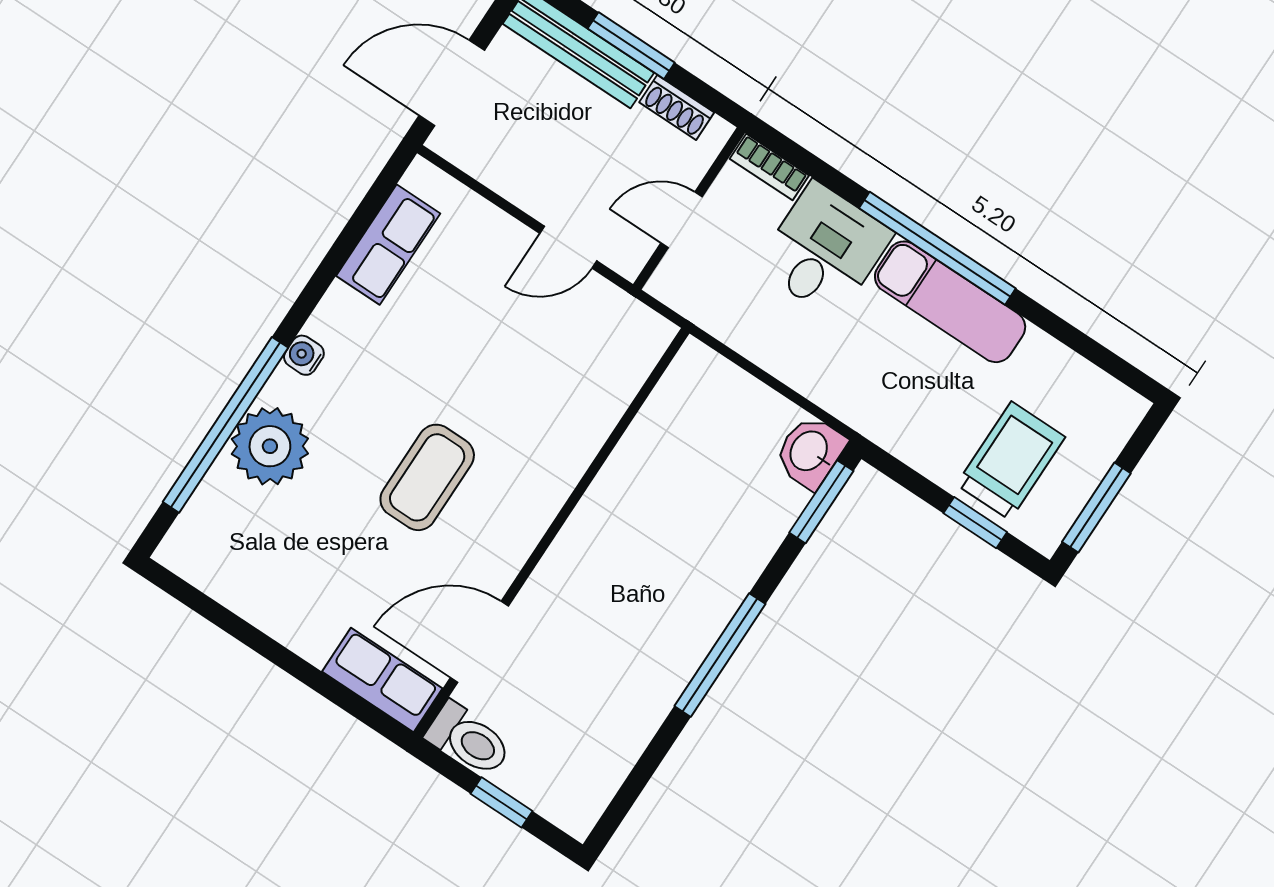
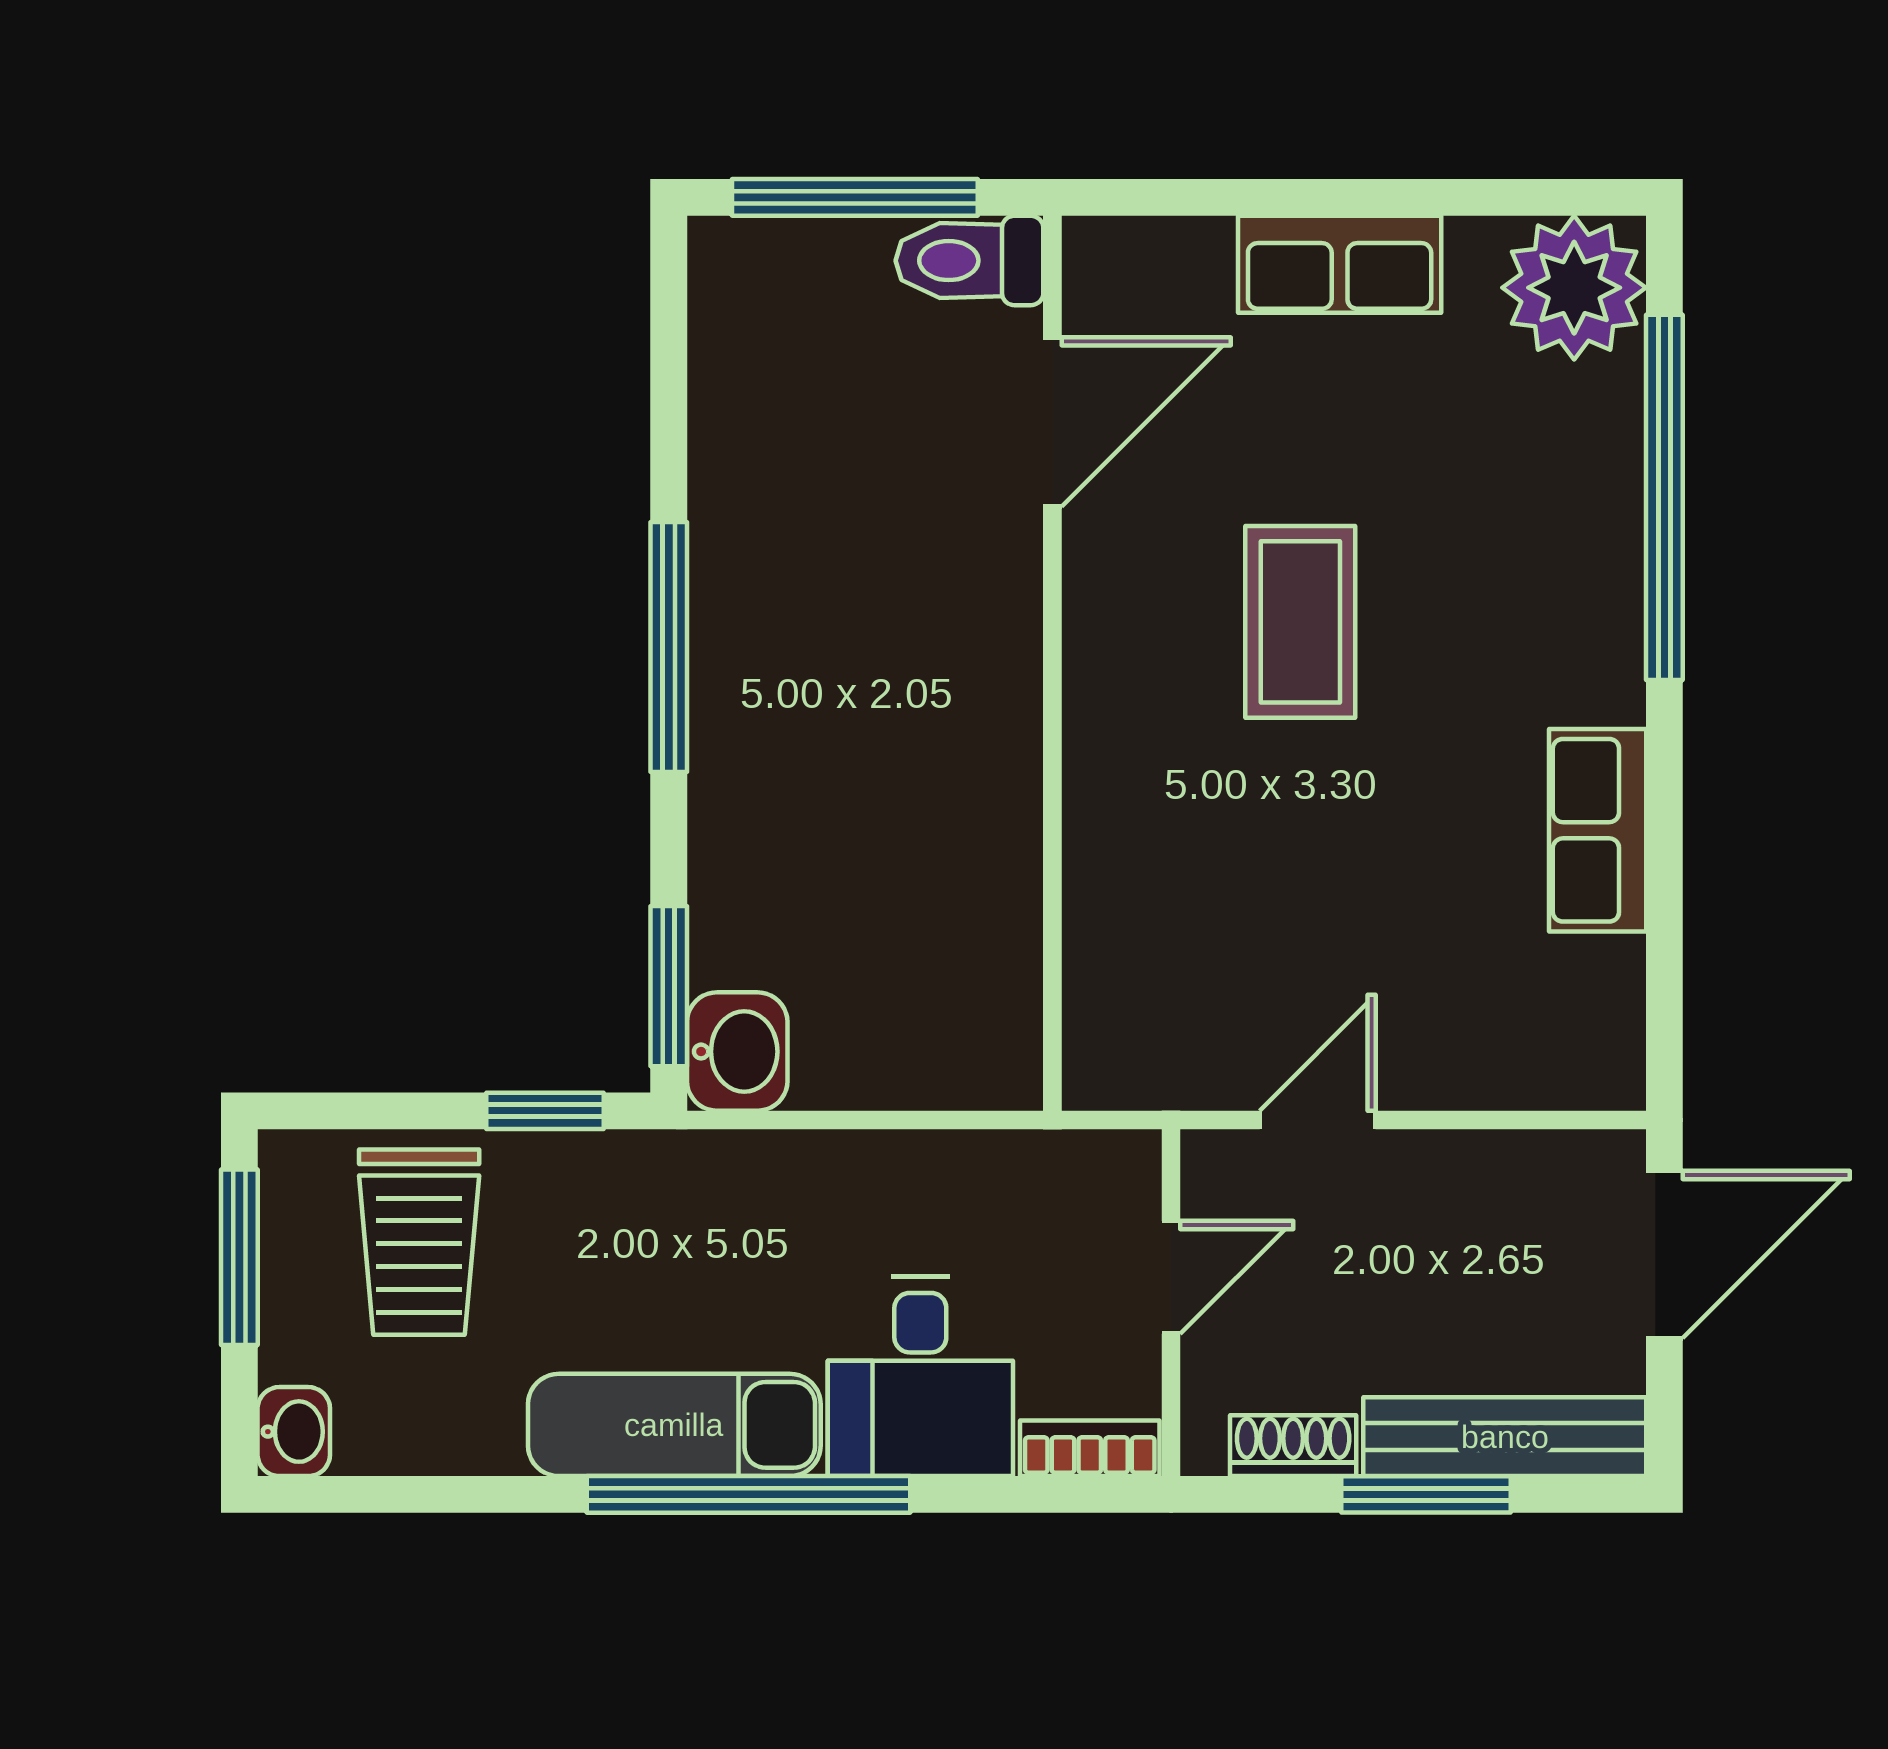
row of seats: (388, 245) -> (1598, 830), moved
water cooler: (304, 355) -> (1614, 684), removed
washbasin: (1124, 413) -> (294, 1432), added
plant: (270, 446) -> (1574, 288), moved
window: (975, 523) -> (545, 1111), moved
row of seats: (382, 680) -> (1340, 264), moved
window: (501, 802) -> (855, 197), width x2.17

